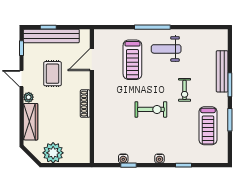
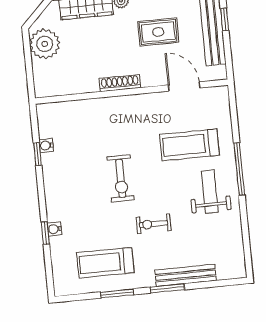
water cooler: (159, 159) -> (54, 229), moved

